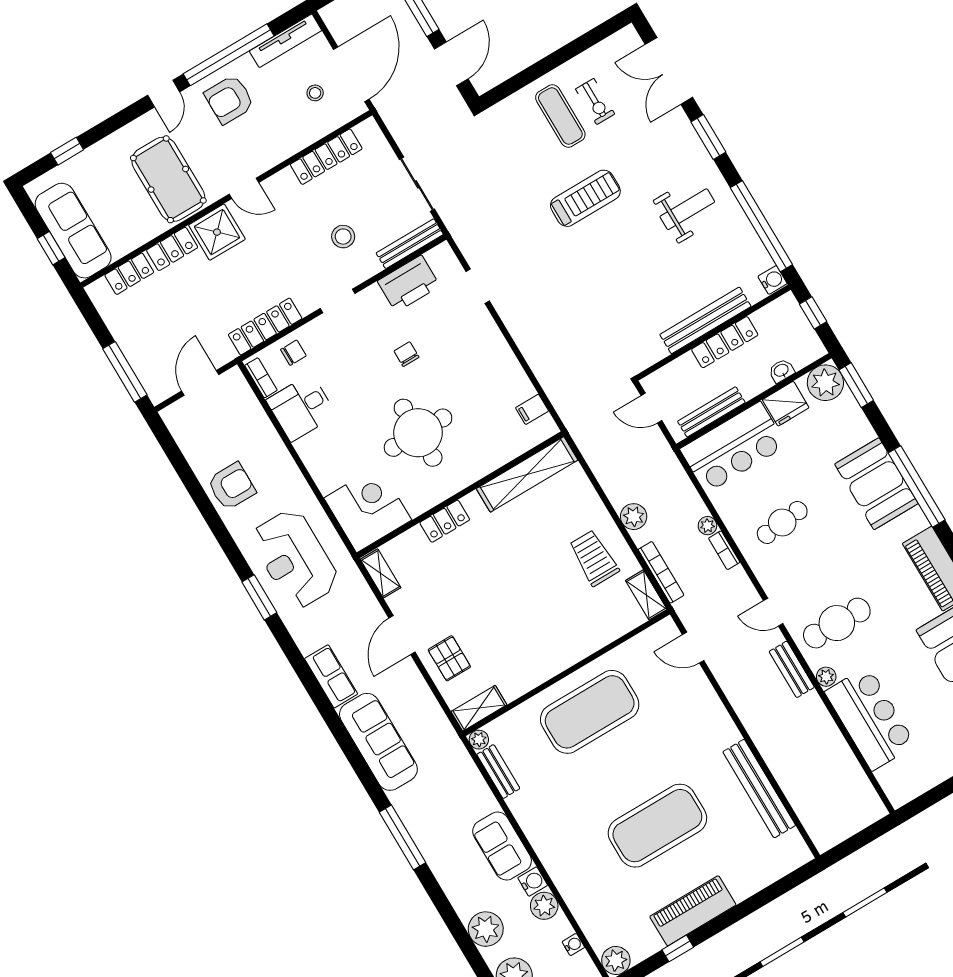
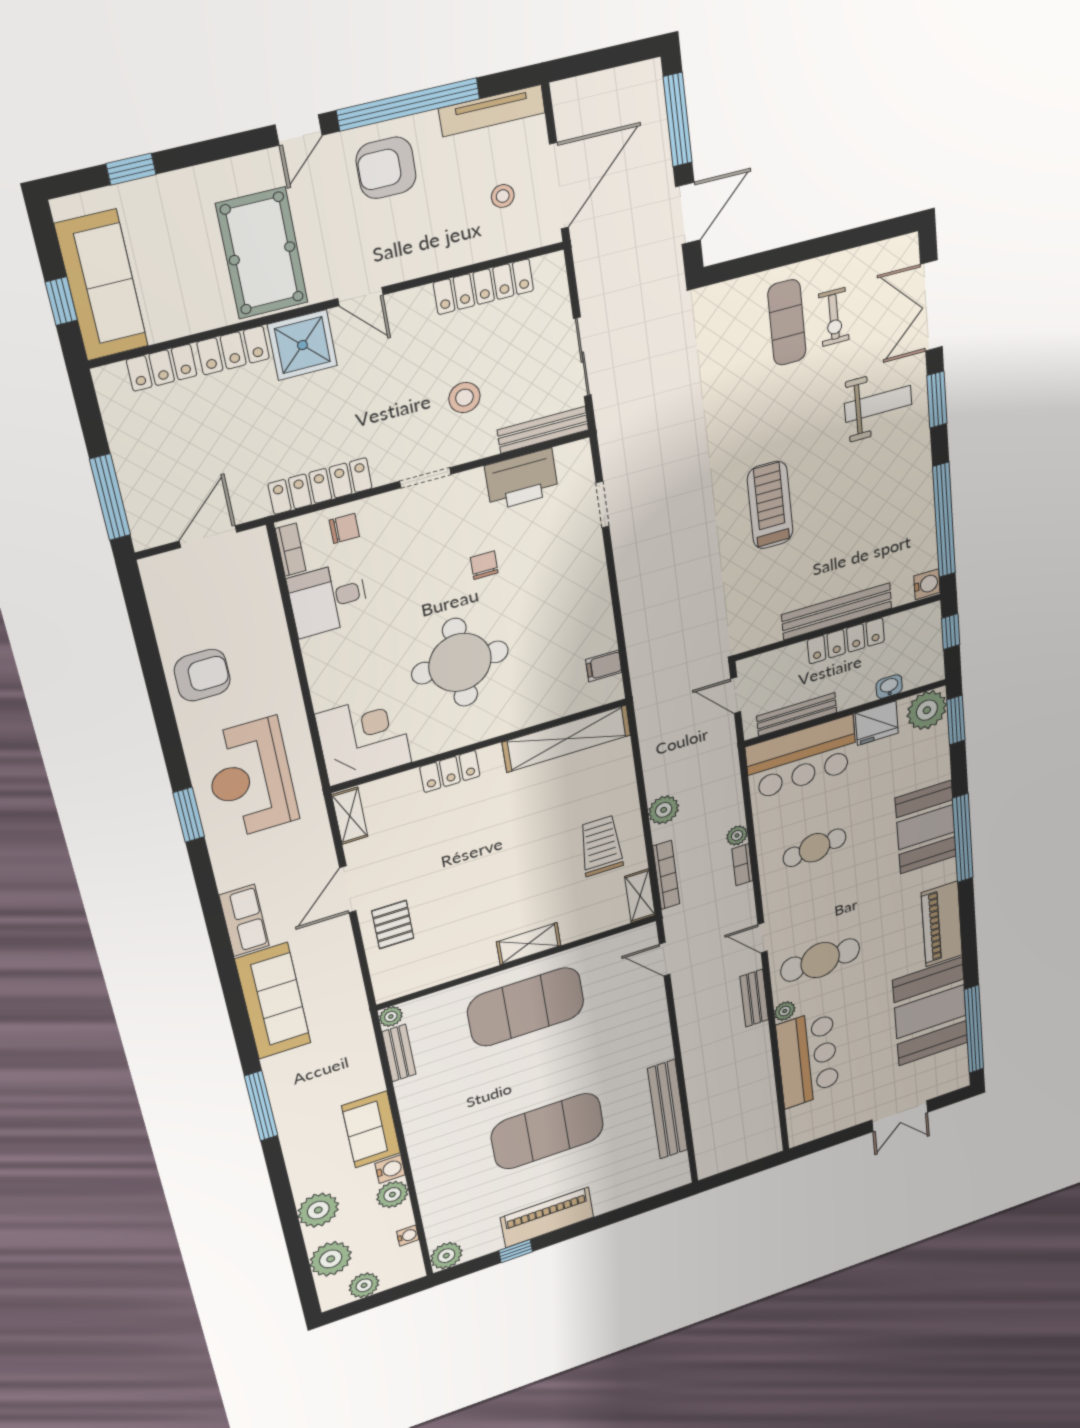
treadmill: (585, 198) -> (770, 505), moved, turned -90
weight bench: (687, 209) -> (878, 404), moved
shelving: (479, 708) -> (529, 944), moved

